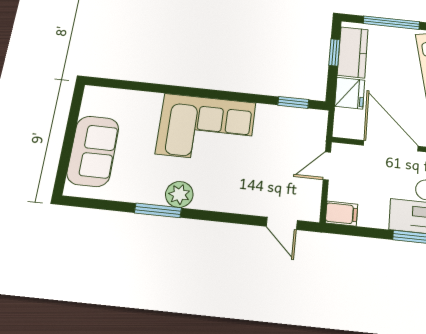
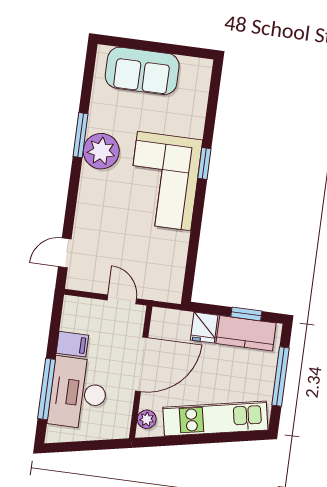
fridge: (350, 93) -> (204, 328), width x0.72
window: (293, 102) -> (204, 164), moved
plant: (179, 194) -> (101, 151), width x1.36, depth x1.36
filing cabinet: (342, 213) -> (72, 344), moved, turned -90

